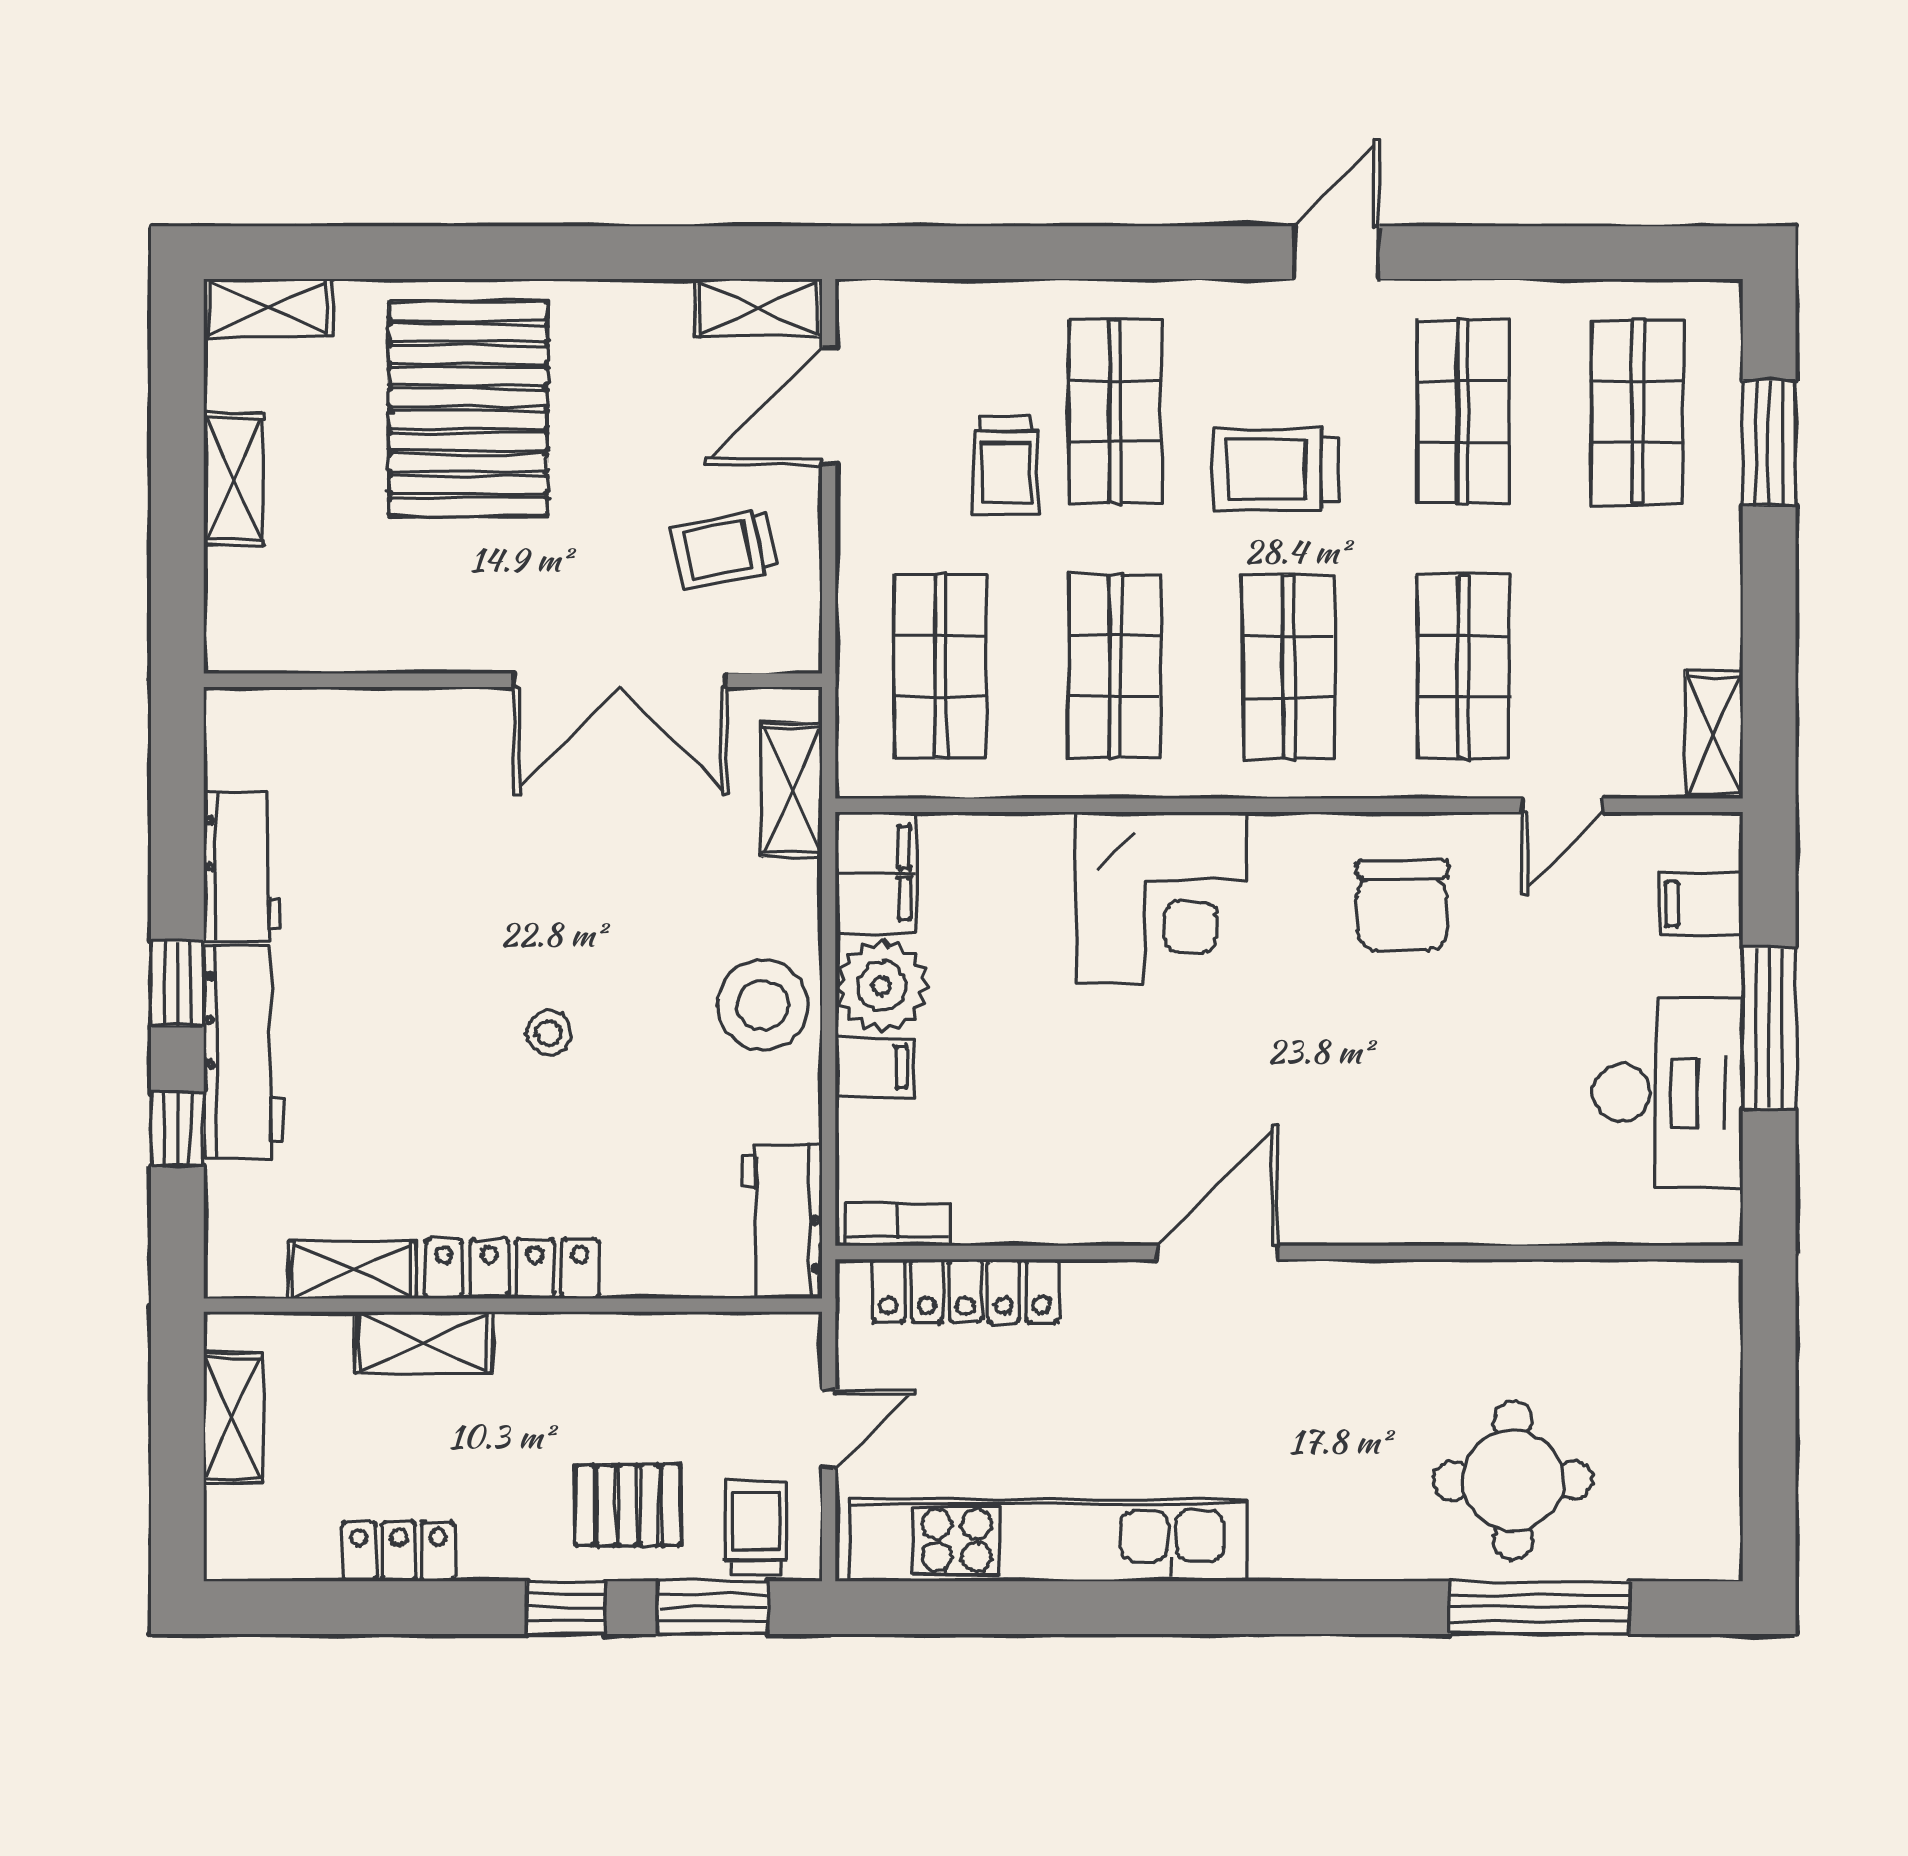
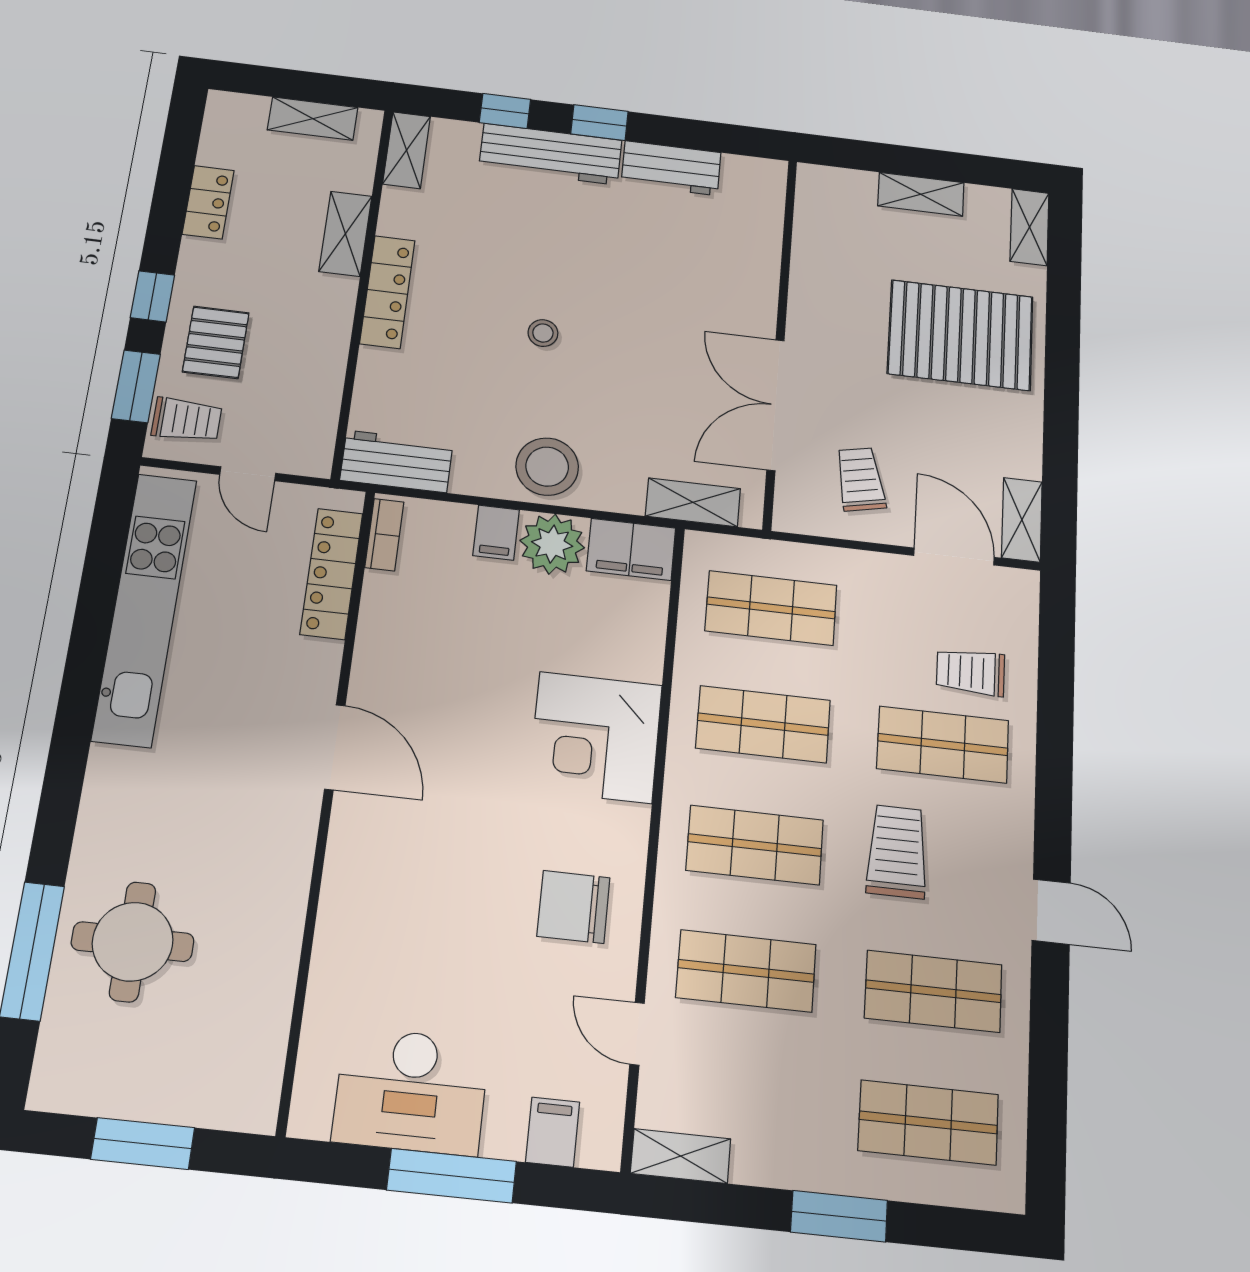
window: (1769, 443) -> (839, 1216), moved
trolley: (1006, 465) -> (971, 672), moved
shelving: (352, 1270) -> (407, 150), moved
window: (1769, 1425) -> (143, 1143), added

